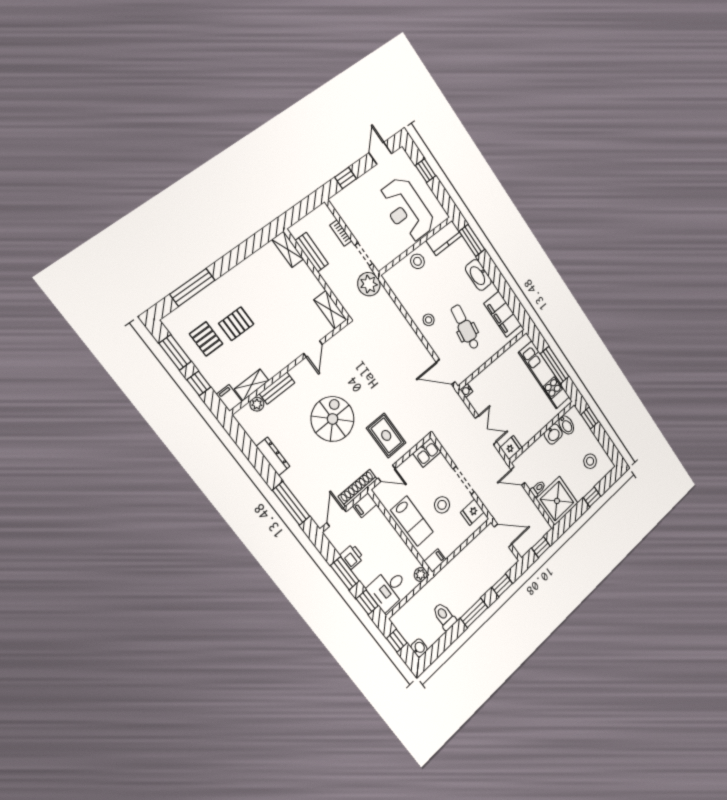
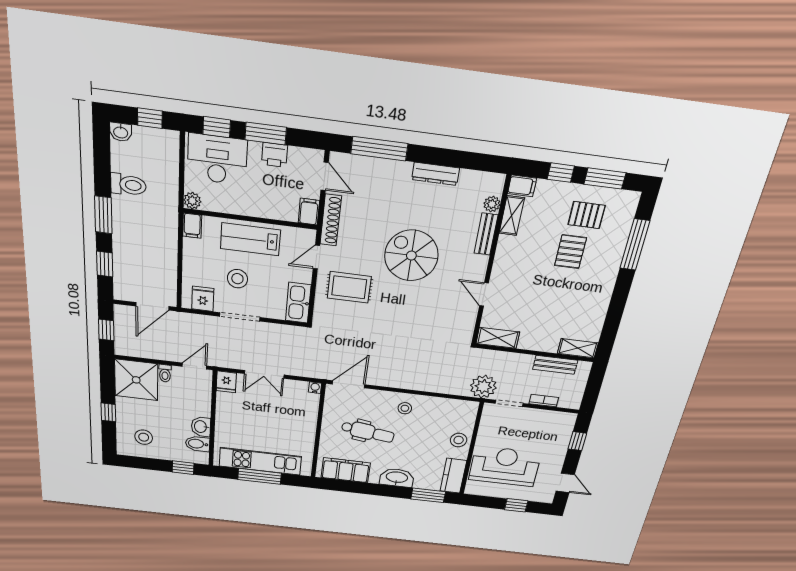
spiral stairs: (333, 419) -> (411, 256), turned 180
kitchen sink: (427, 453) -> (298, 303), width x1.38
desk: (388, 589) -> (217, 159), width x1.37

